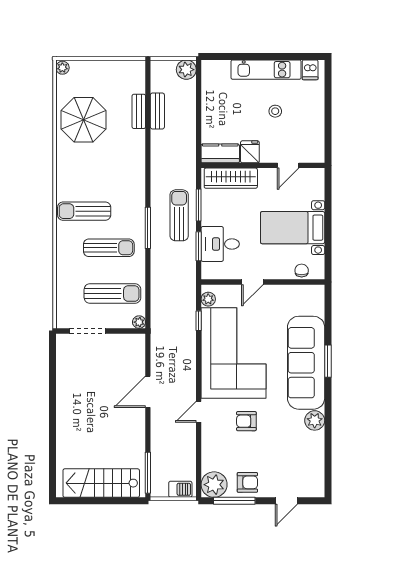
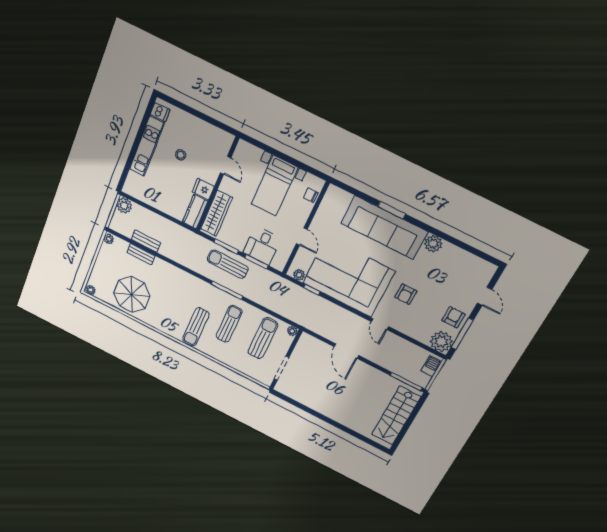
plant: (137, 66) -> (109, 239), added

